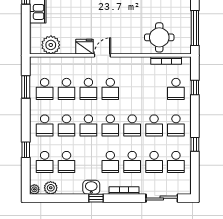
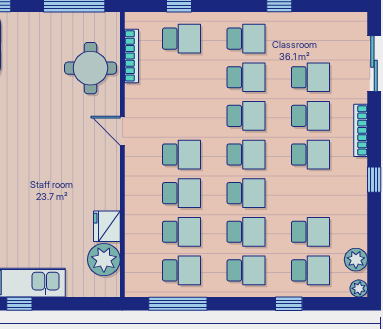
fridge: (85, 47) -> (107, 226), moved
door: (102, 55) -> (122, 131), moved
window: (26, 87) -> (178, 304), width x1.44
school desk: (176, 162) -> (310, 39), removed
washbasin: (91, 187) -> (355, 188), removed

